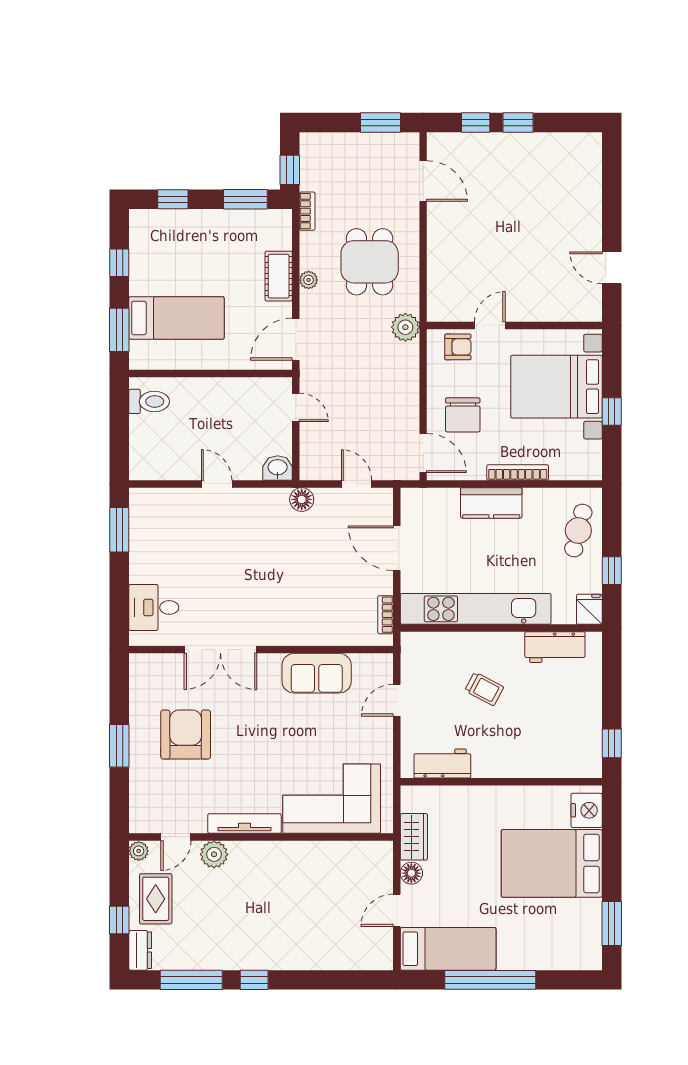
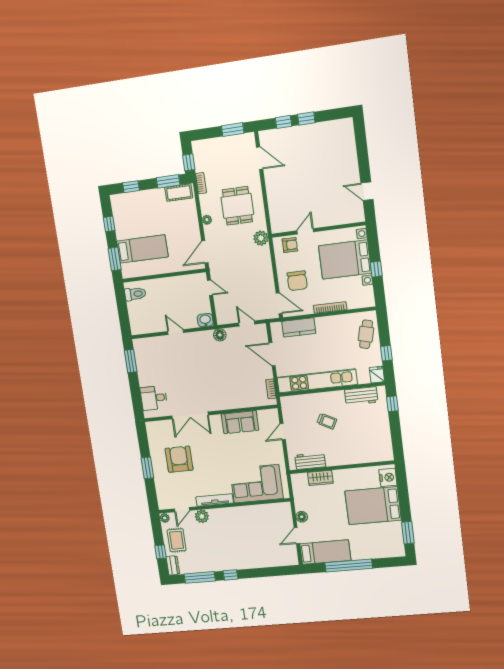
cot: (279, 276) -> (179, 193), moved, turned 90
kitchen counter: (491, 503) -> (299, 327), moved
window: (612, 743) -> (392, 404), moved
wardrobe: (414, 837) -> (320, 478), moved, turned 90

